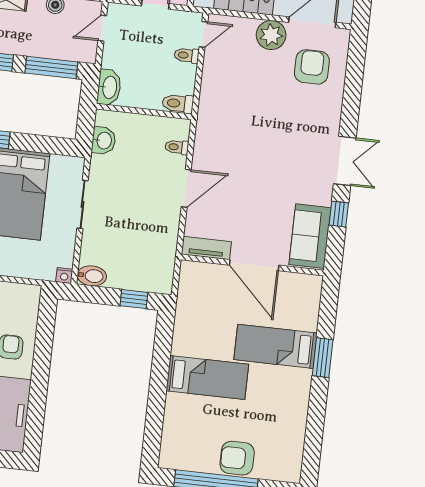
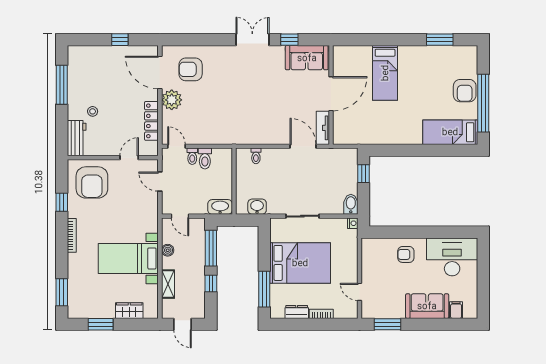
toilet: (178, 103) -> (205, 159), moved
door: (186, 188) -> (303, 146), moved
window: (323, 358) -> (440, 40), moved
bed: (207, 378) -> (450, 132), moved, turned -90

